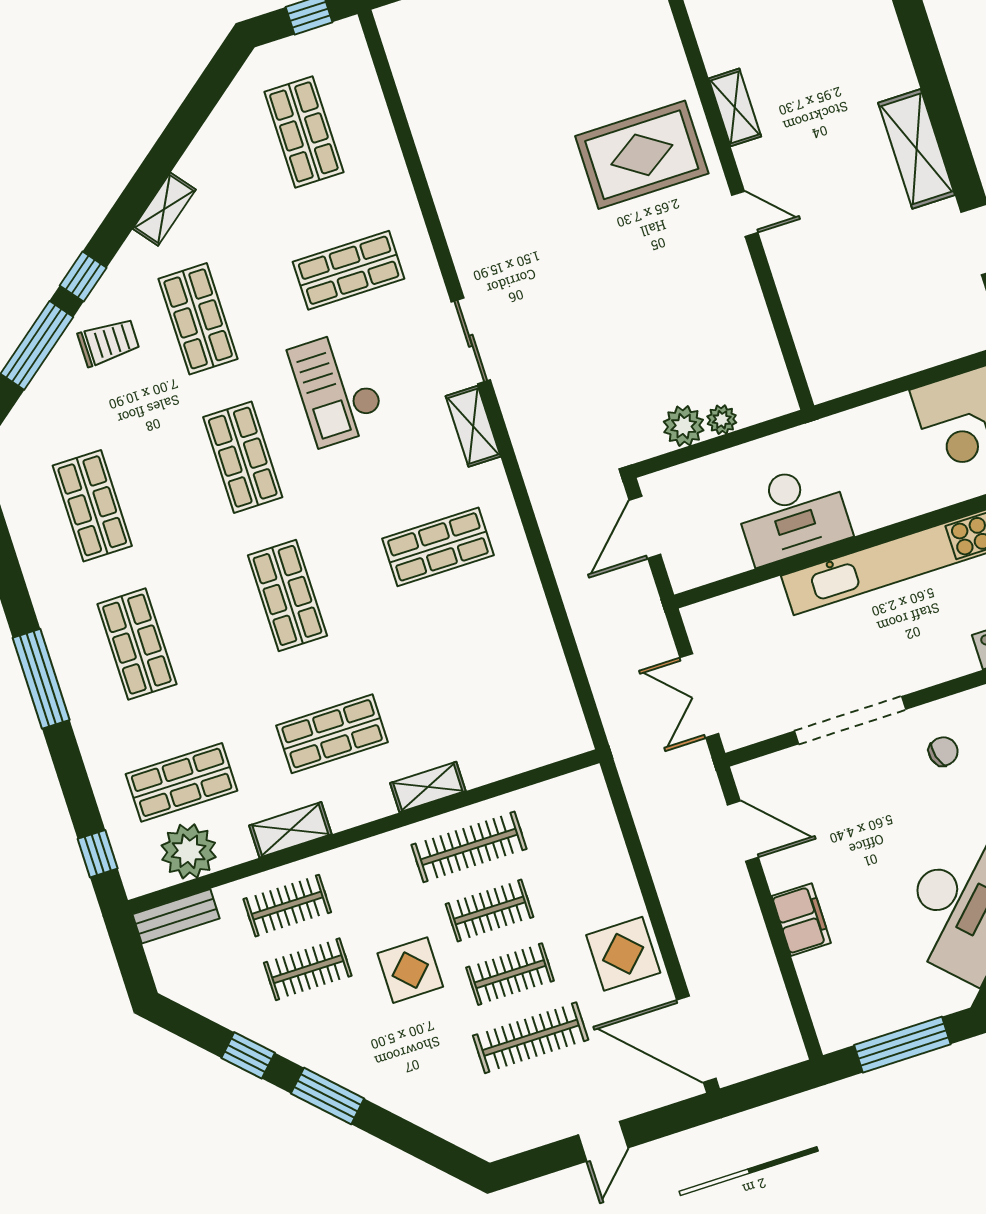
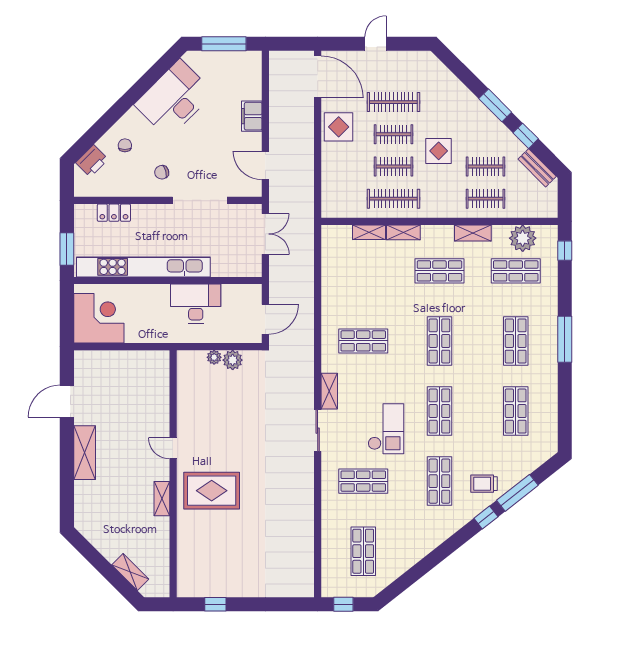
shelving: (164, 209) -> (369, 232), moved, turned 38
bench: (176, 916) -> (537, 168), moved, turned 45

